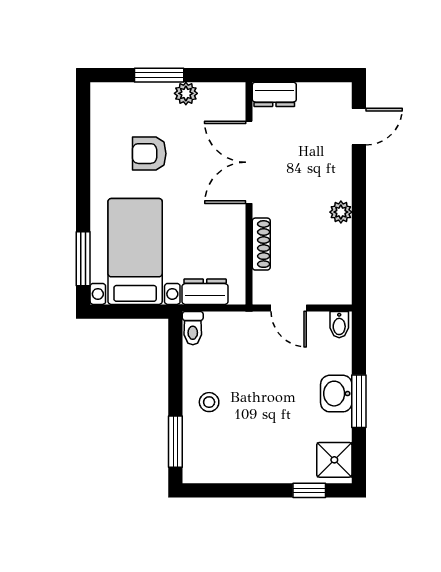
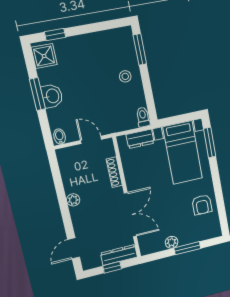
window: (301, 75) -> (112, 267), added
dresser: (274, 94) -> (119, 255), width x1.44
armchair: (149, 154) -> (202, 205), moved, turned 90

